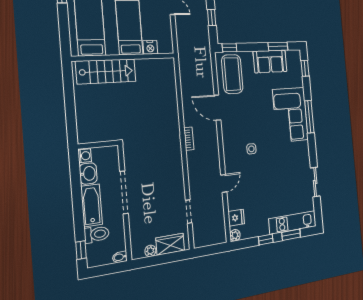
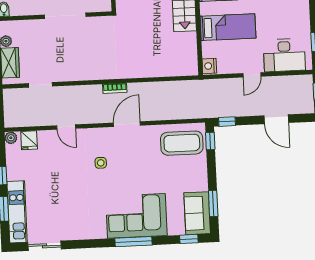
window: (212, 18) -> (227, 122), moved
nightstand: (150, 47) -> (209, 66), moved
sofa: (270, 61) -> (197, 213), moved
door: (217, 108) -> (127, 124), moved
sliding door: (315, 182) -> (45, 246), moved

